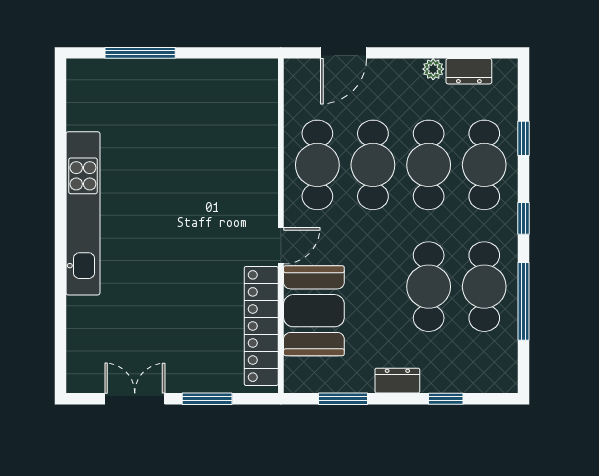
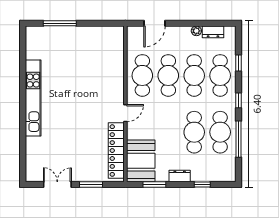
booth: (314, 311) -> (141, 161), moved

